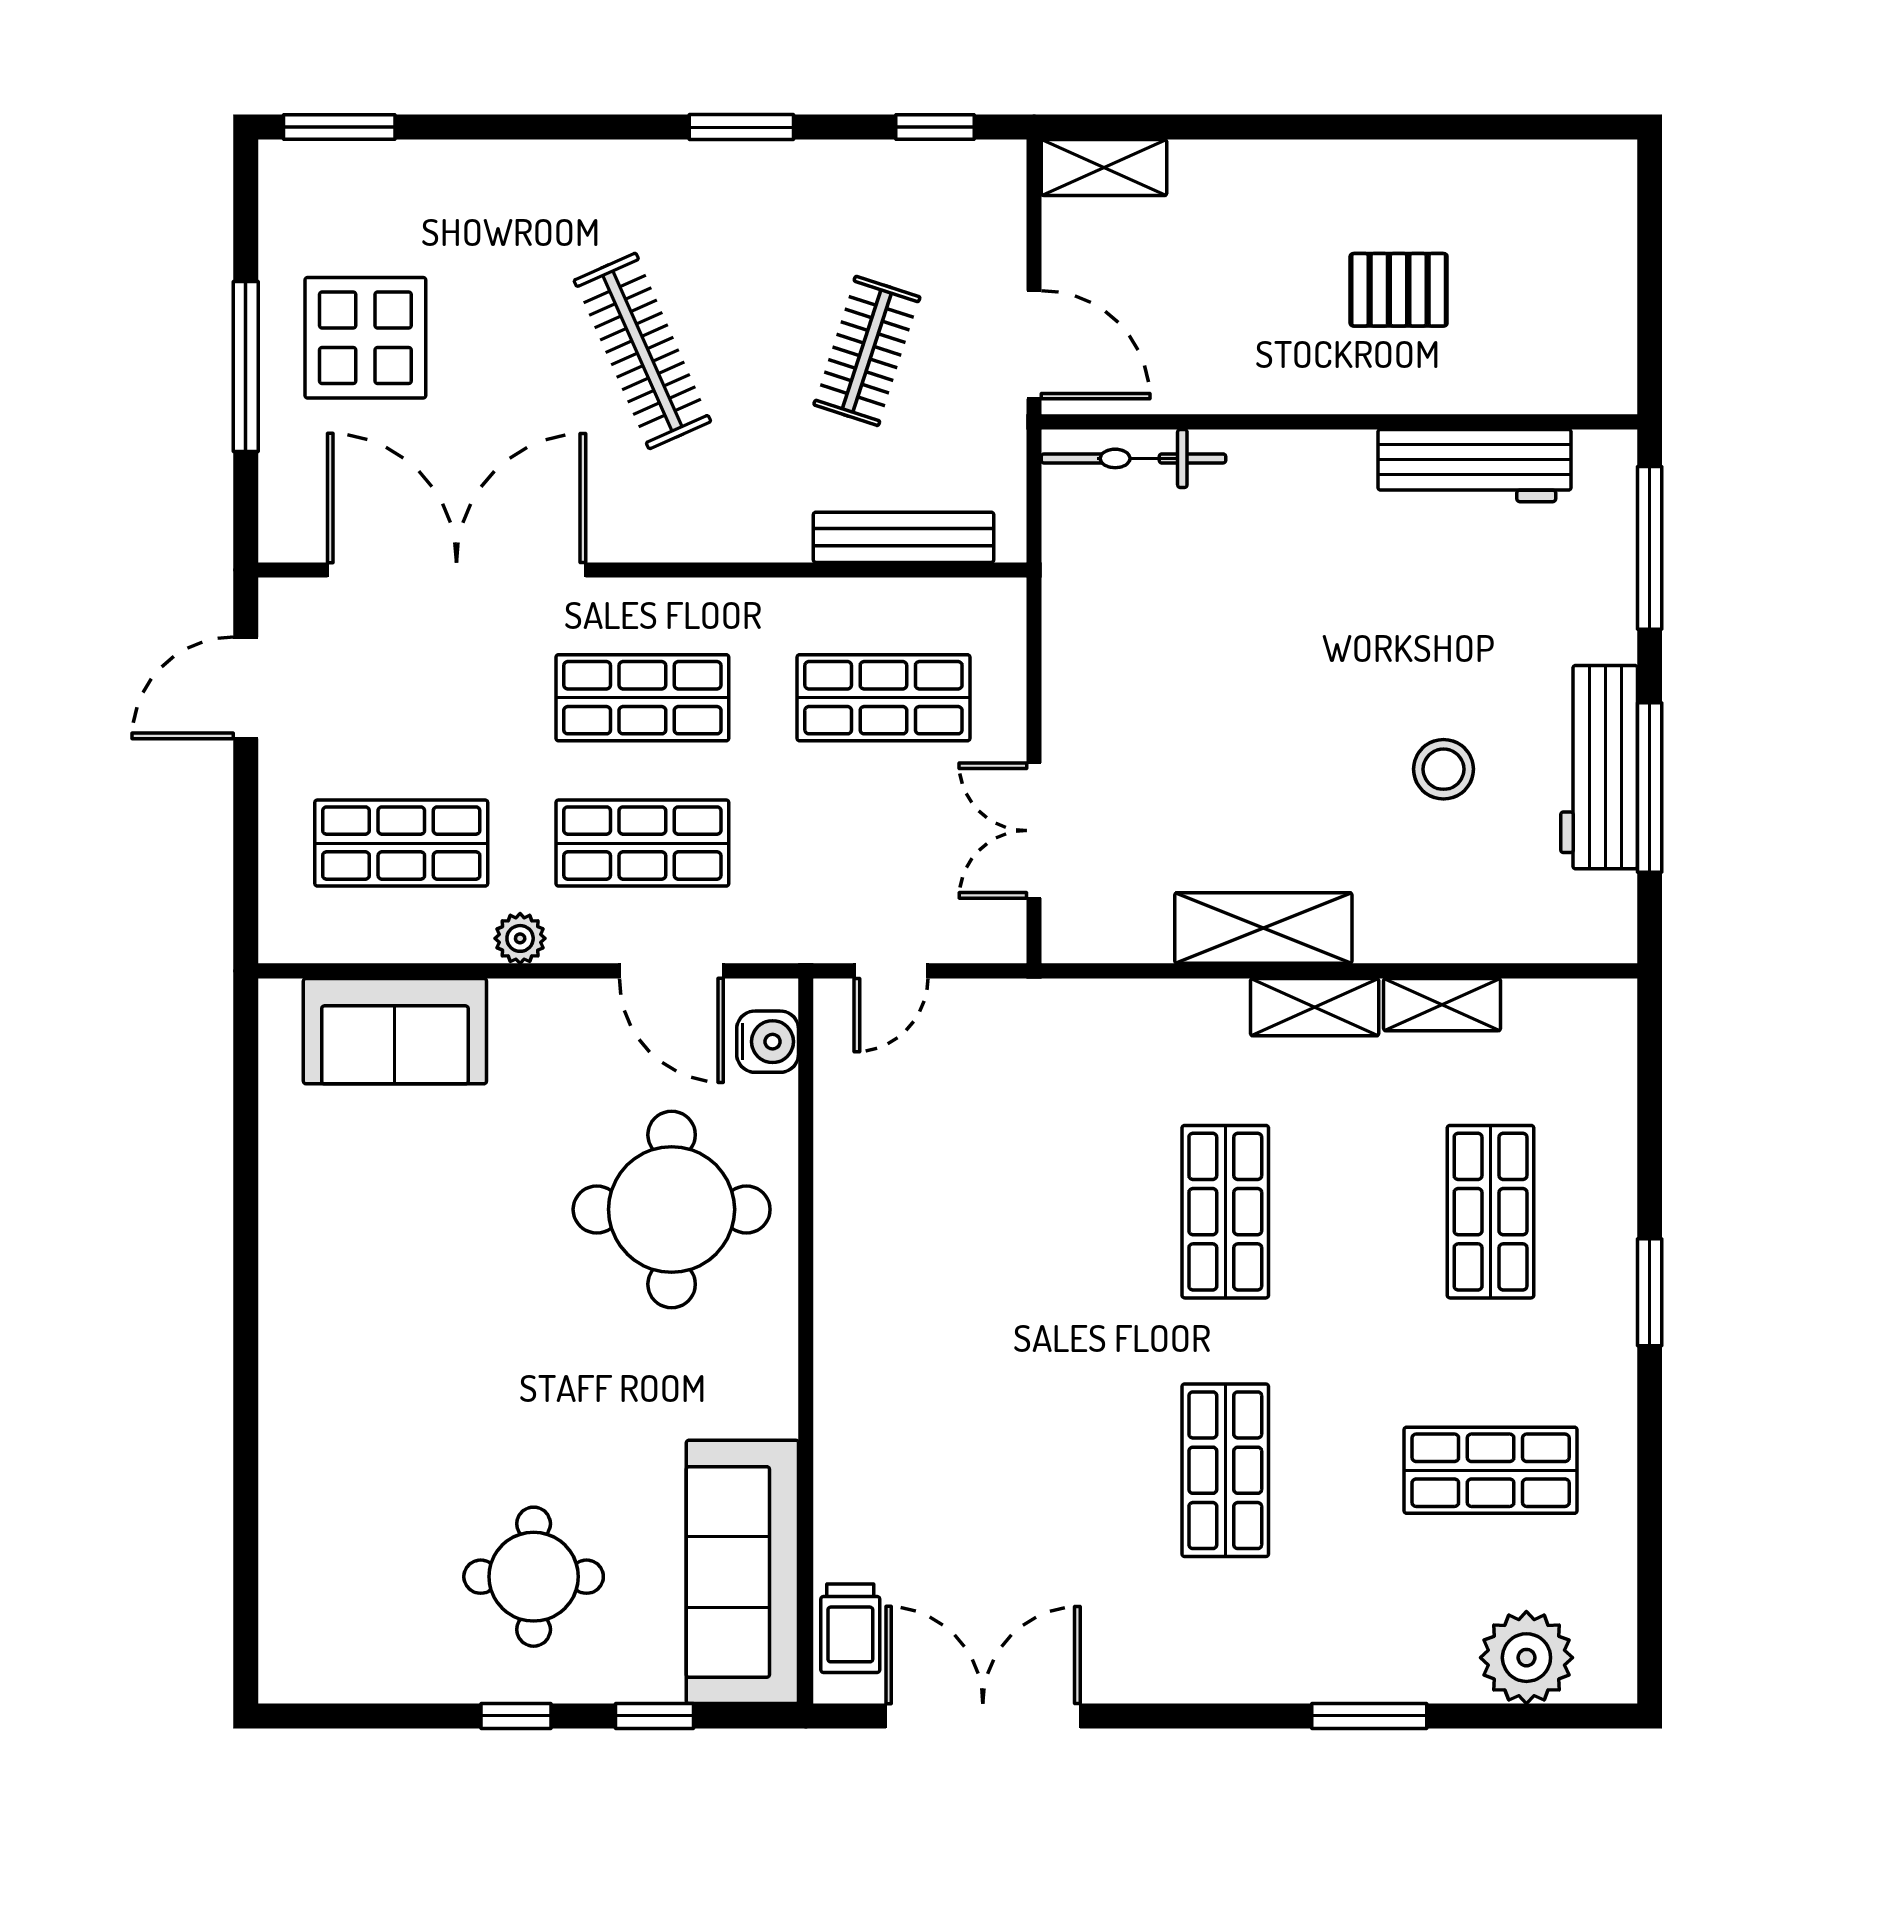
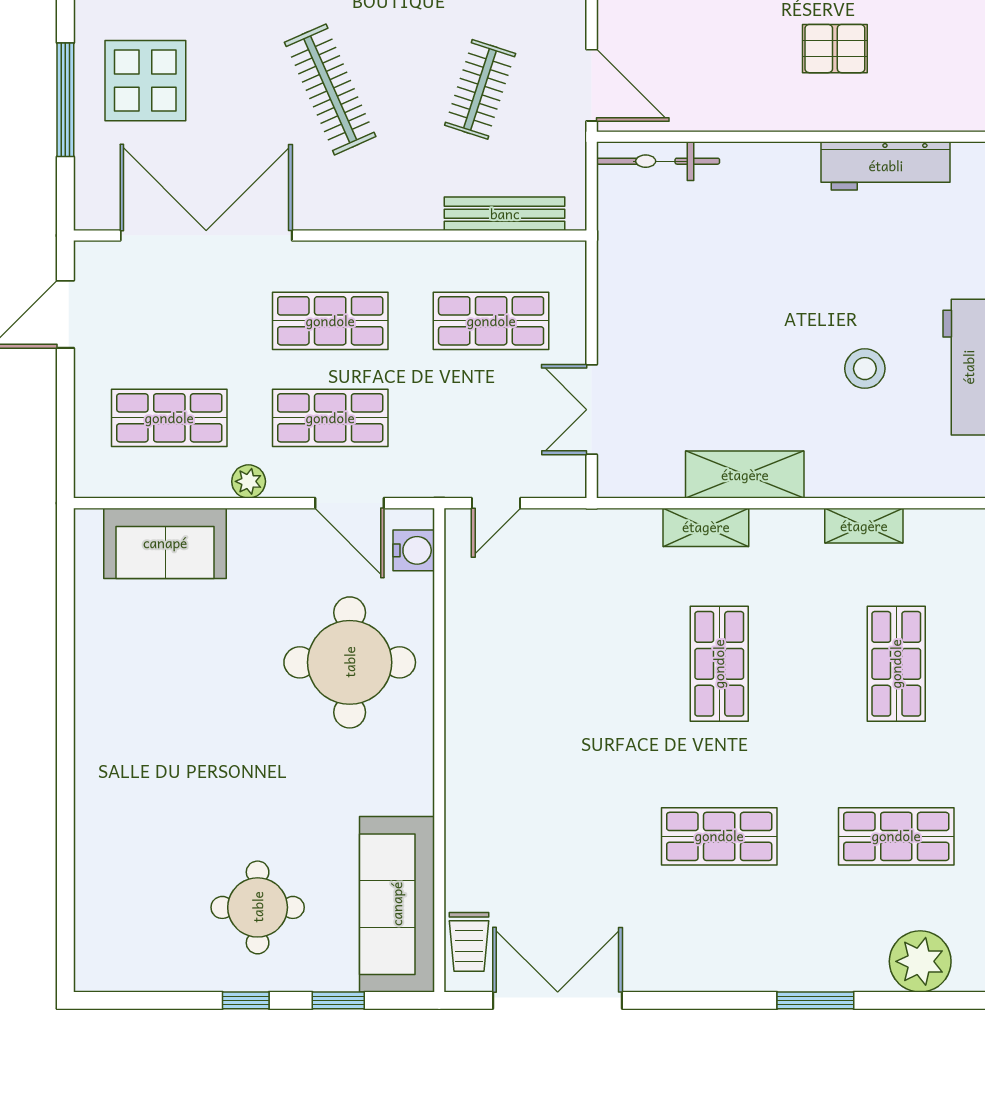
shelving: (1315, 1007) -> (706, 527), moved
shop shelf: (1225, 1470) -> (719, 836), turned 90

